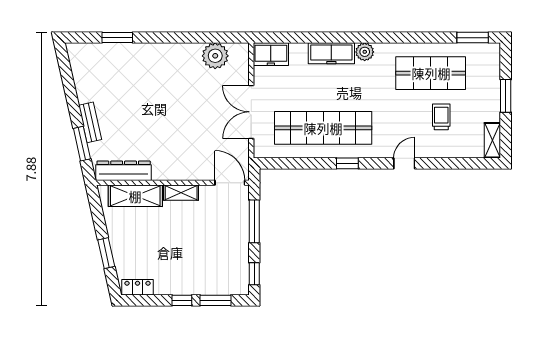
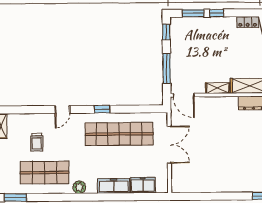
plant: (365, 52) -> (79, 187), moved
freezer: (271, 54) -> (143, 185), moved
plant: (215, 56) -> (195, 184), removed

